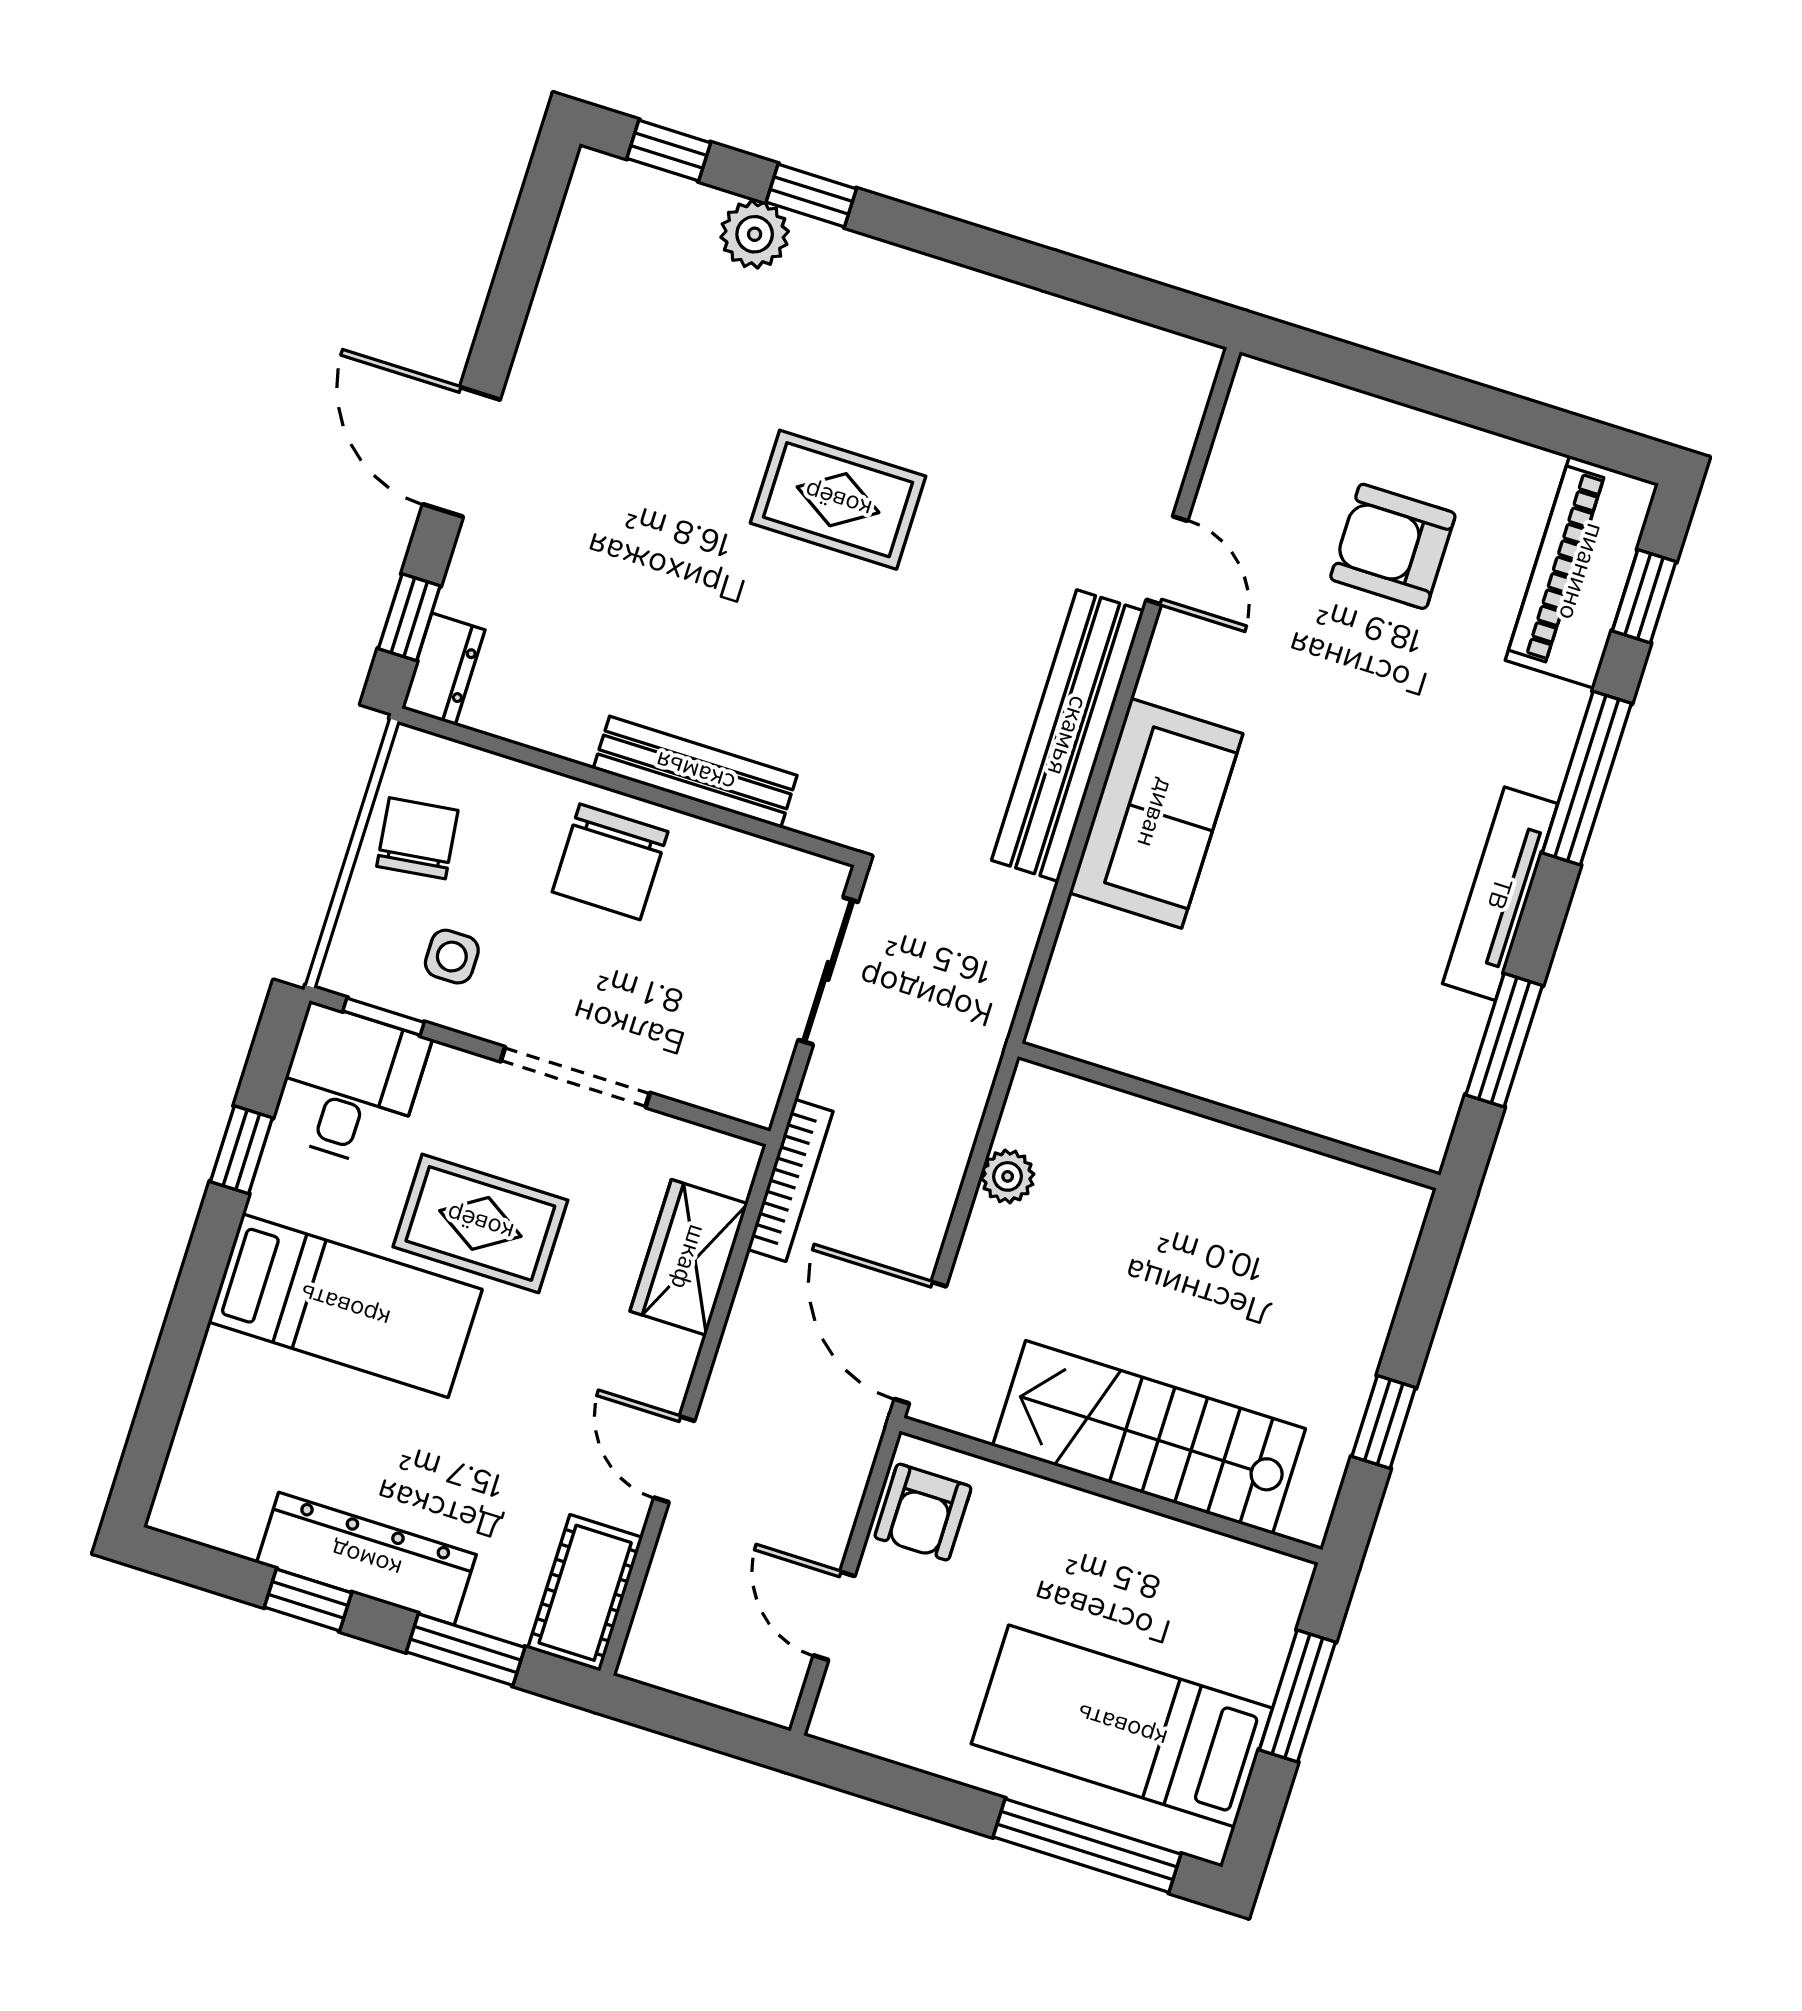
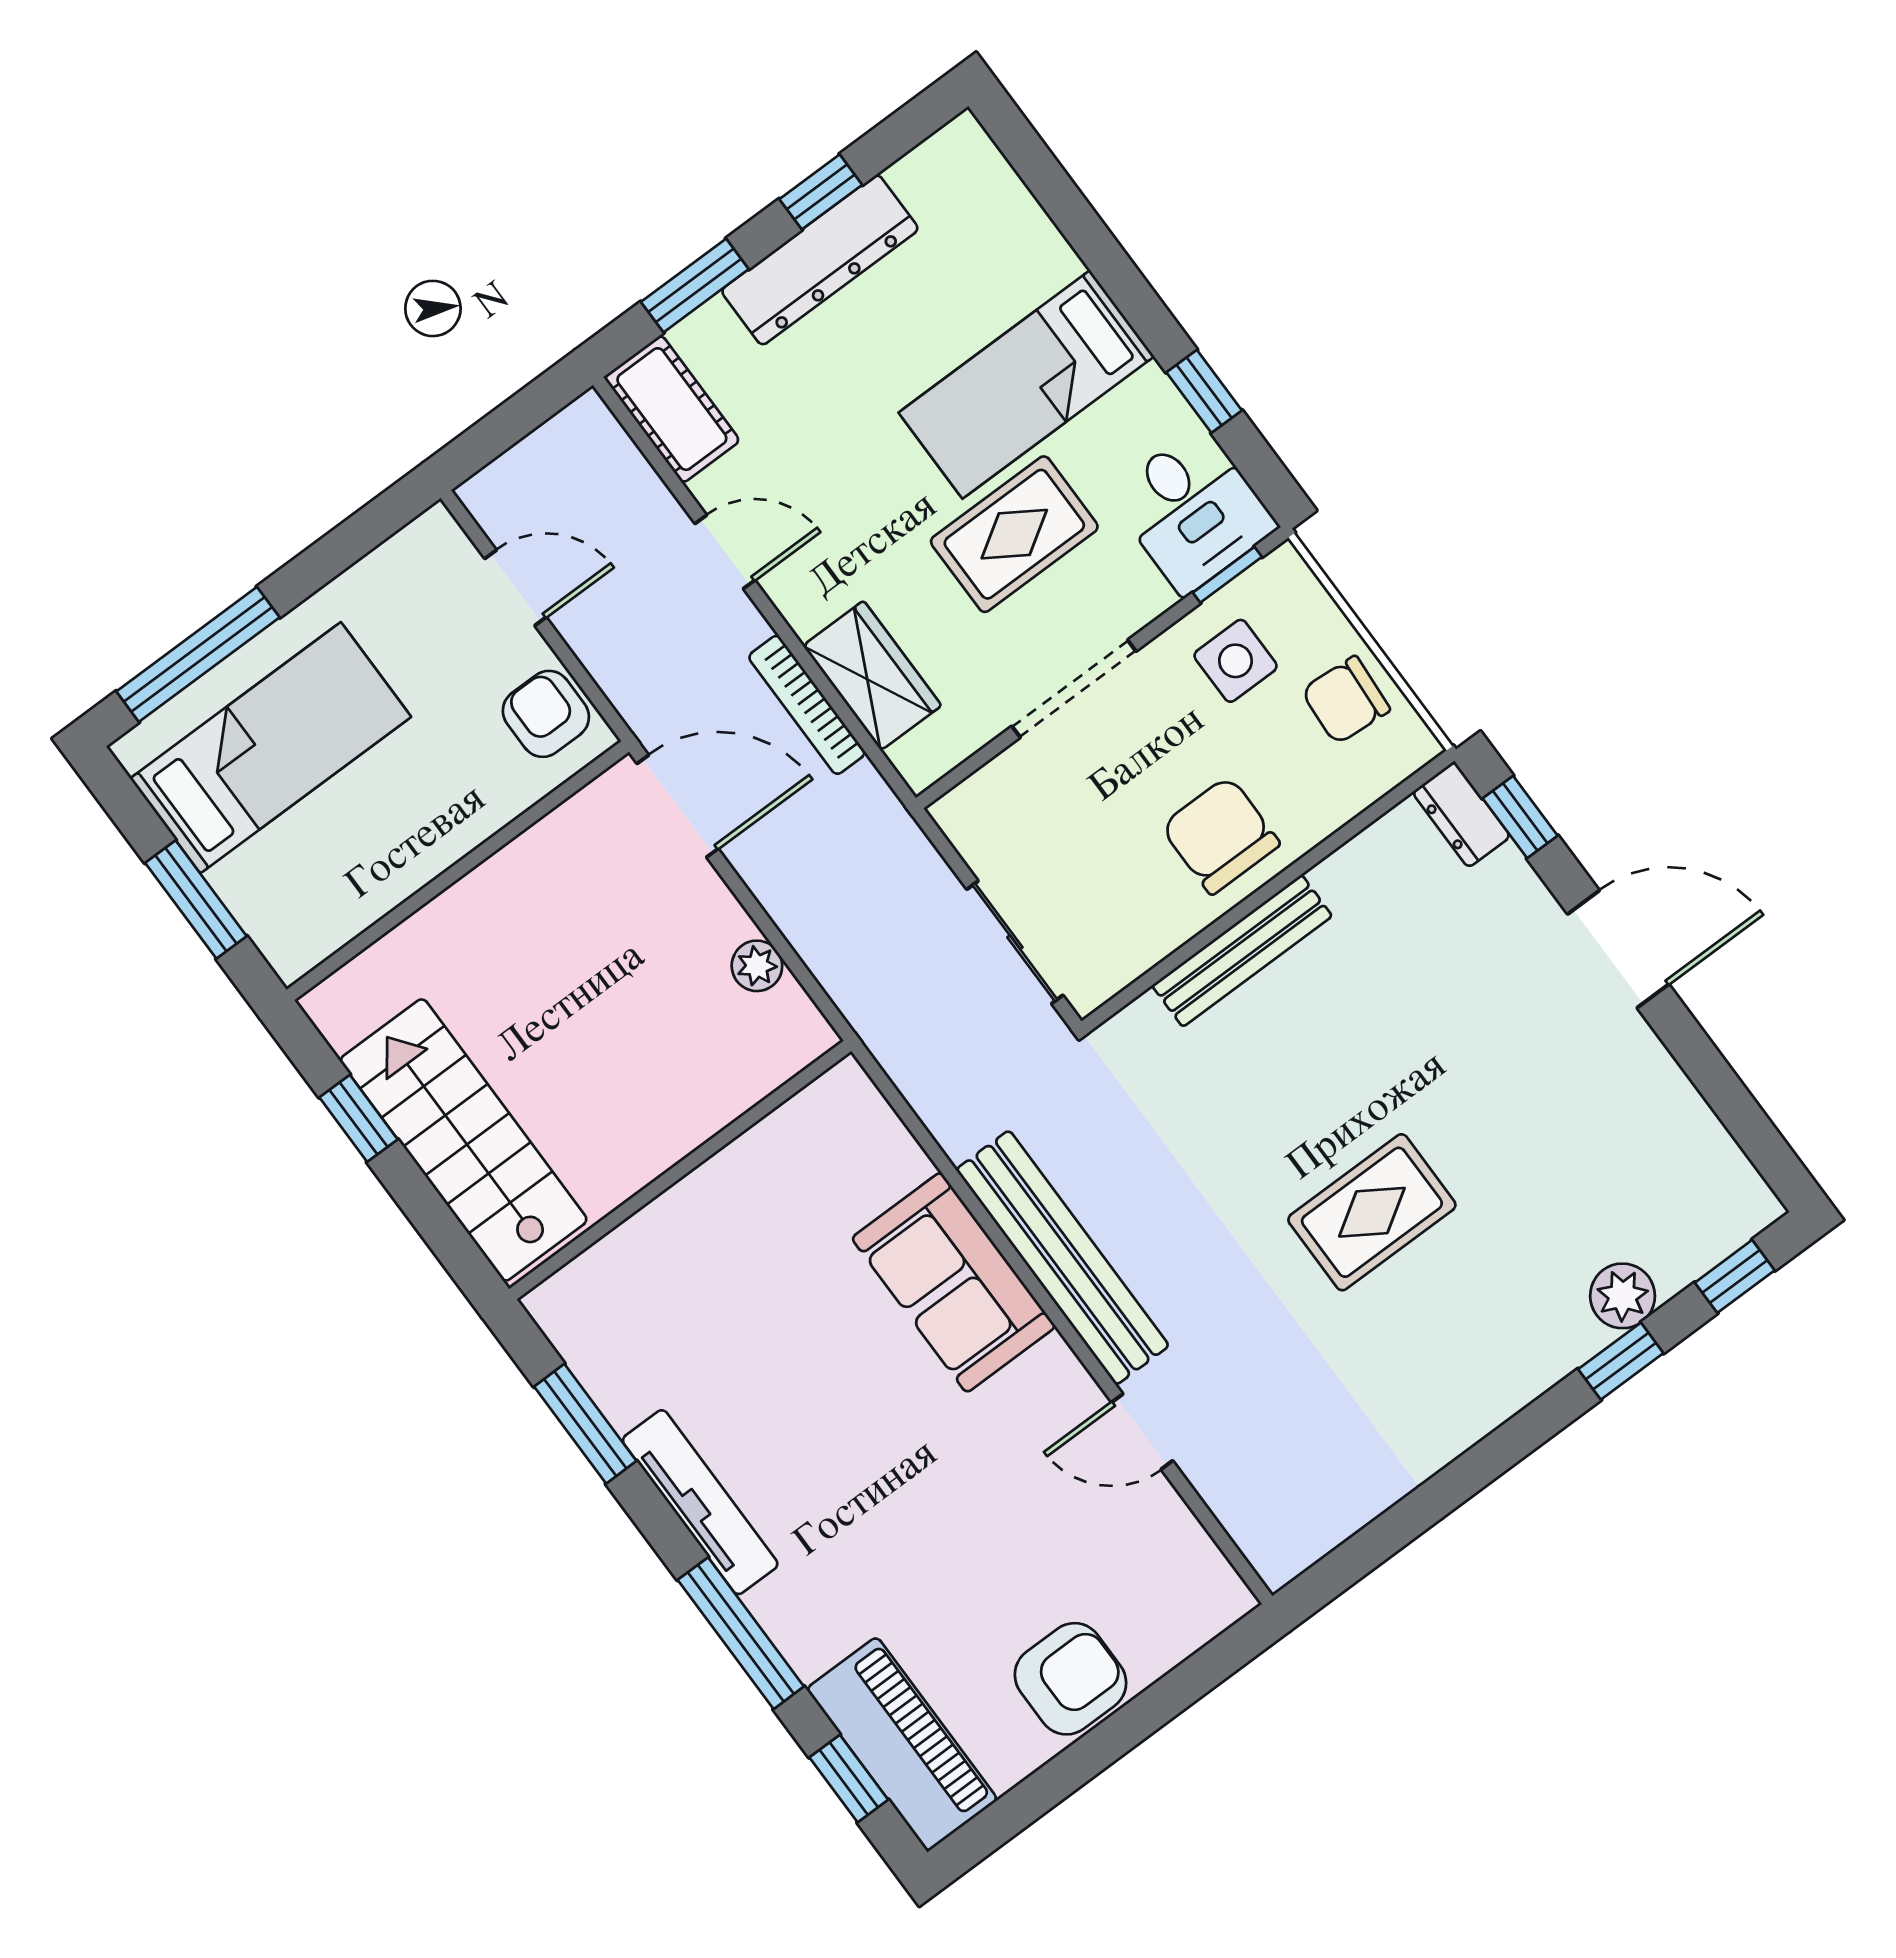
armchair: (1393, 546) -> (1071, 1679), moved
chair: (417, 838) -> (1346, 700), turned 101
side table: (452, 957) -> (1236, 661), width x1.37, depth x1.37
bookcase: (790, 1180) -> (807, 705), moved
stairs: (1149, 1437) -> (464, 1140), moved, turned -90

